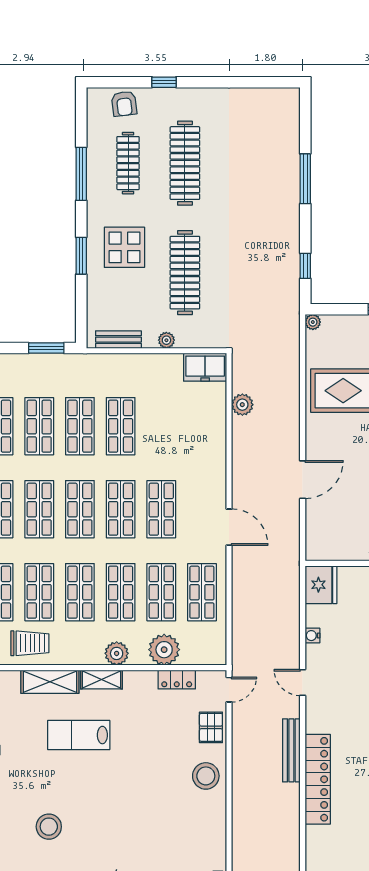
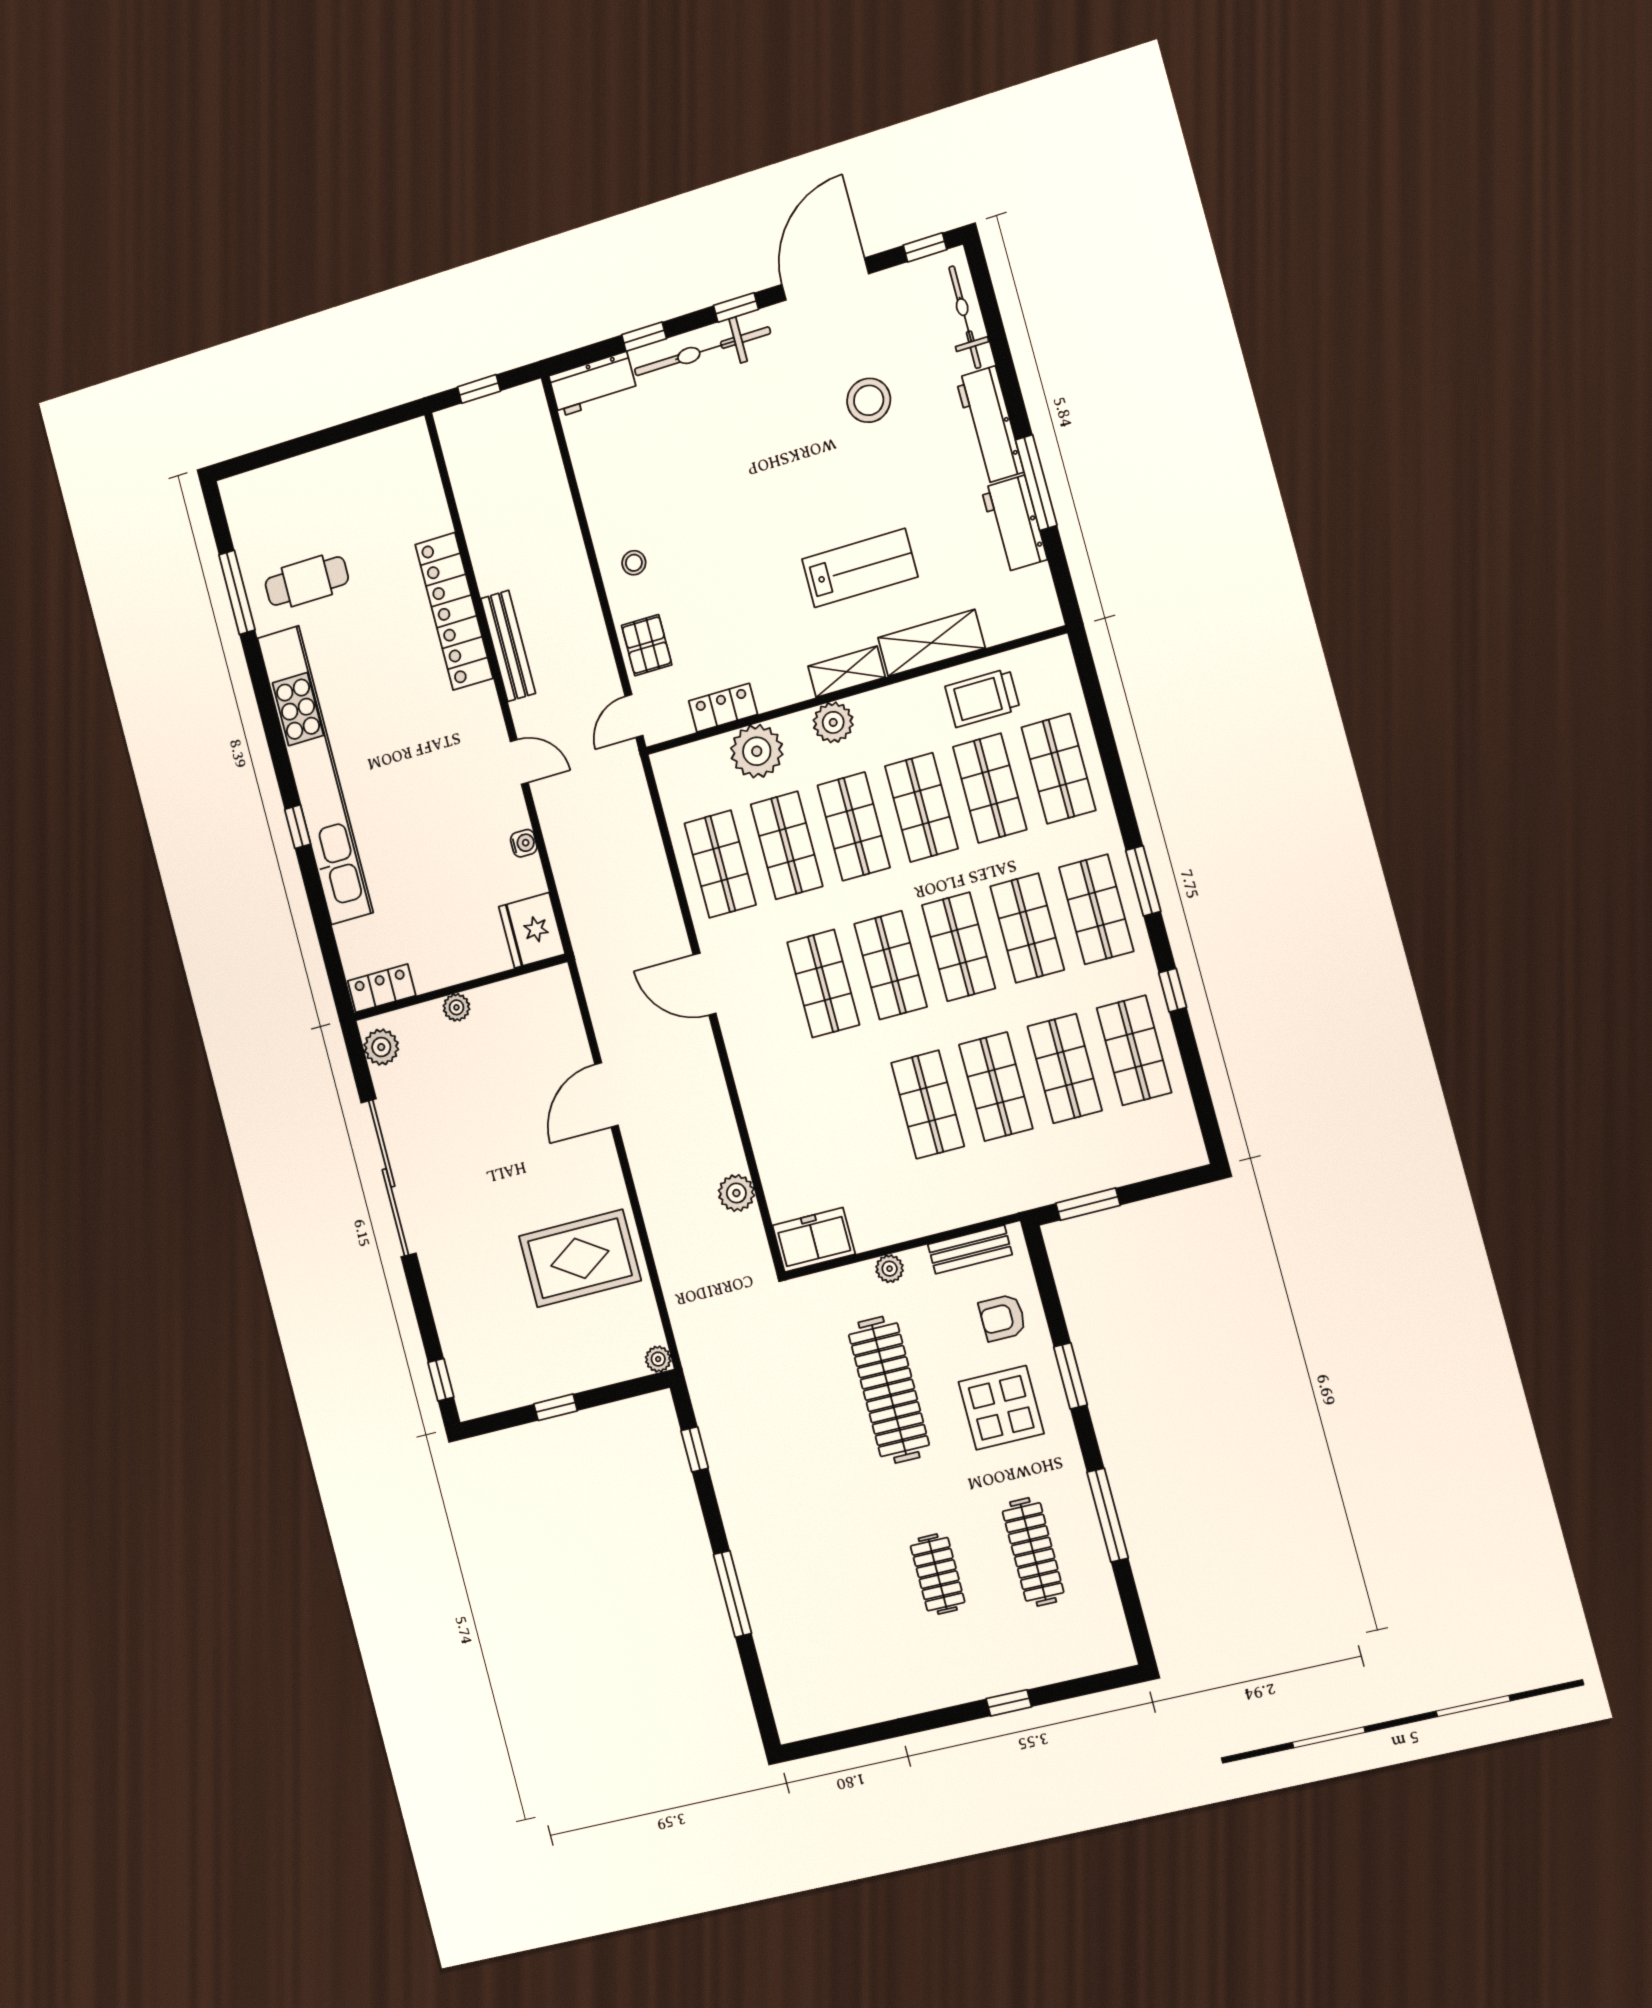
armchair: (124, 104) -> (1003, 1318), moved, turned -83
clothes rail: (185, 163) -> (938, 1574), width x0.54, depth x0.76
stool: (206, 776) -> (634, 563), width x0.53, depth x0.53

